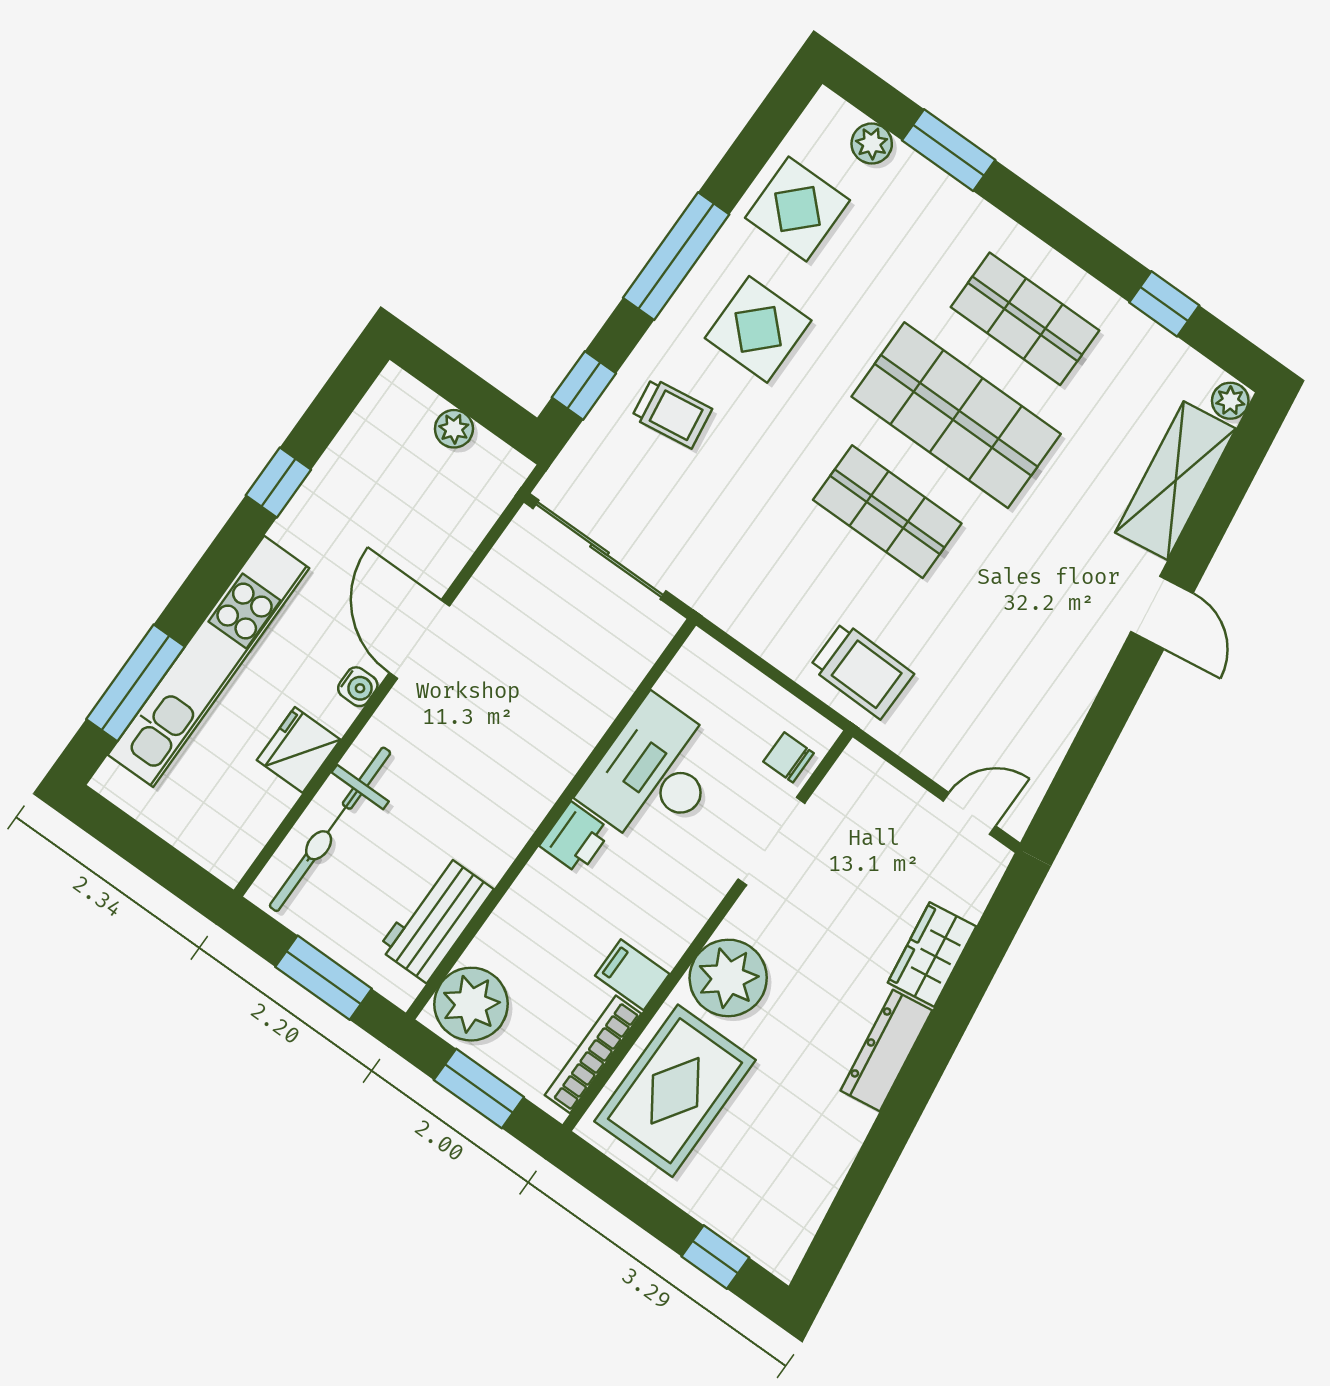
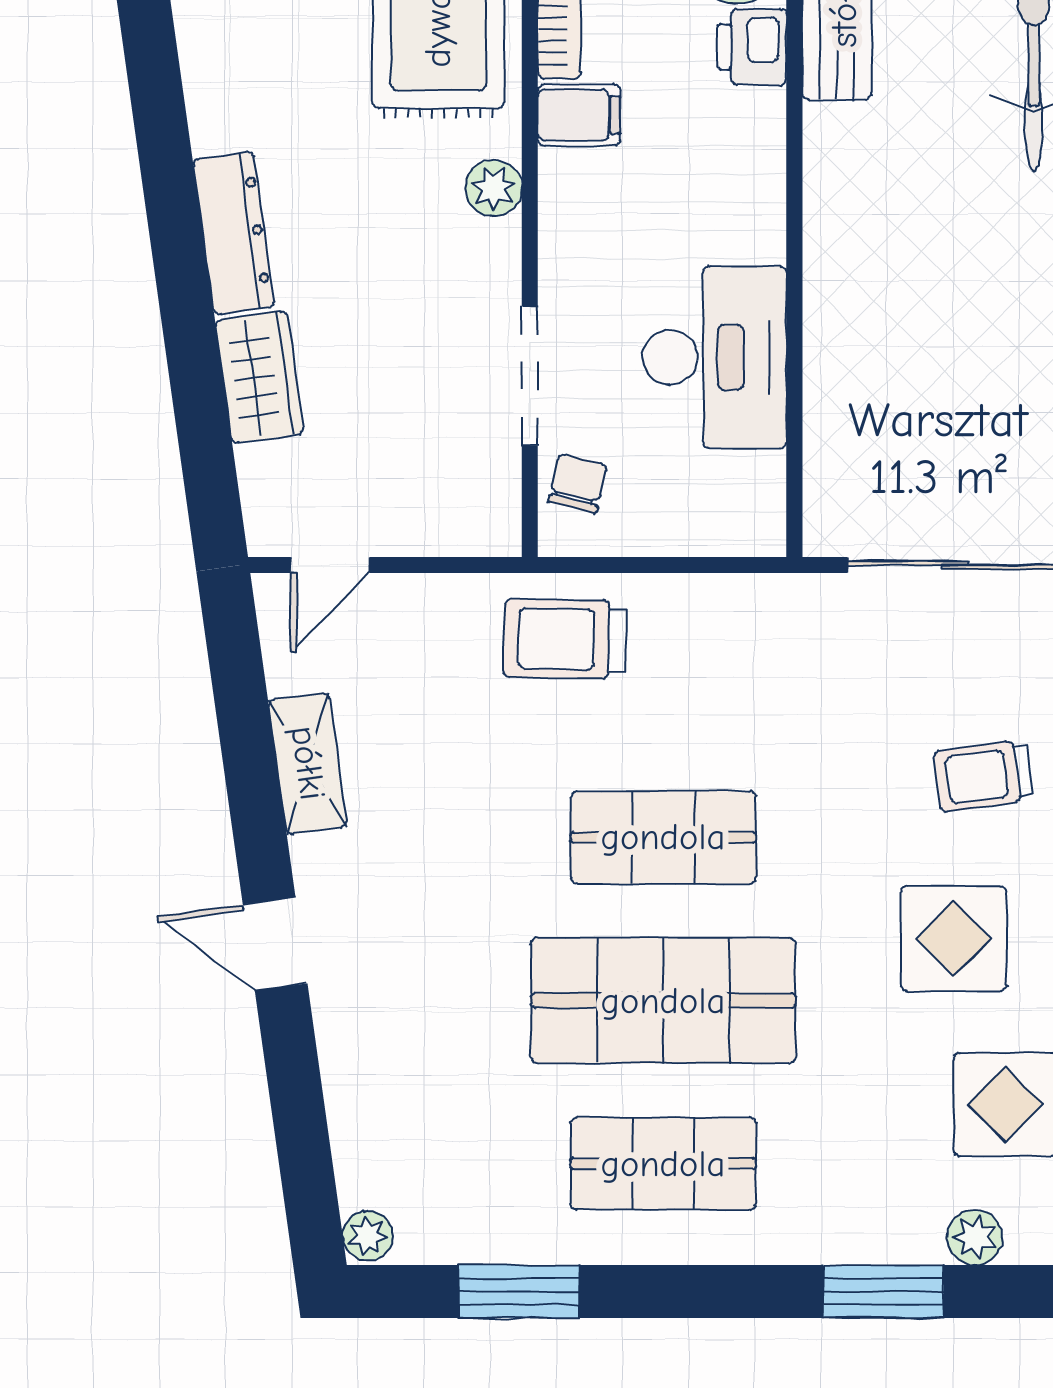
window: (1164, 304) -> (519, 1291), width x1.50
shelving: (1176, 481) -> (308, 763), moved, width x0.67, depth x0.75
chair: (789, 757) -> (578, 483), turned -77
printer: (575, 838) -> (752, 47), moved
plant: (728, 978) -> (494, 188), width x0.53, depth x0.53

